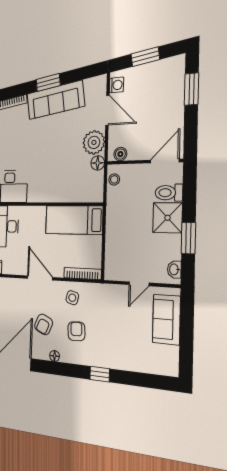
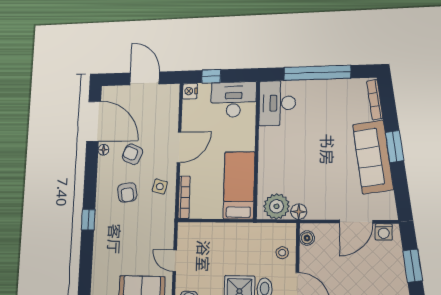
plant: (94, 142) -> (277, 206), moved
stool: (114, 179) -> (282, 253), moved
armchair: (76, 331) -> (127, 193), turned 85
floor lamp: (55, 356) -> (103, 150), moved

